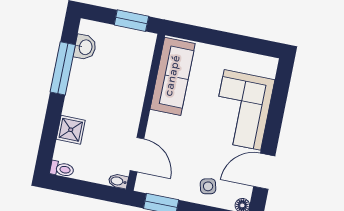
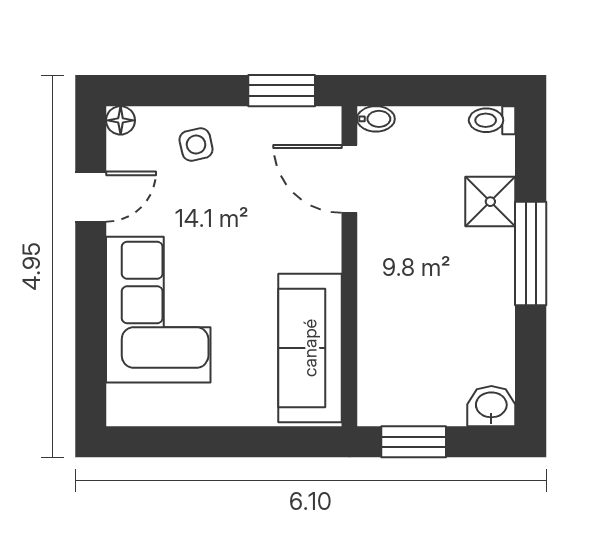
washbasin: (85, 47) -> (491, 406), moved, turned 90
window: (63, 68) -> (531, 253), moved
door: (264, 171) -> (91, 197), width x0.73

